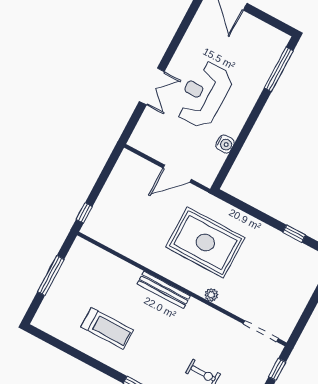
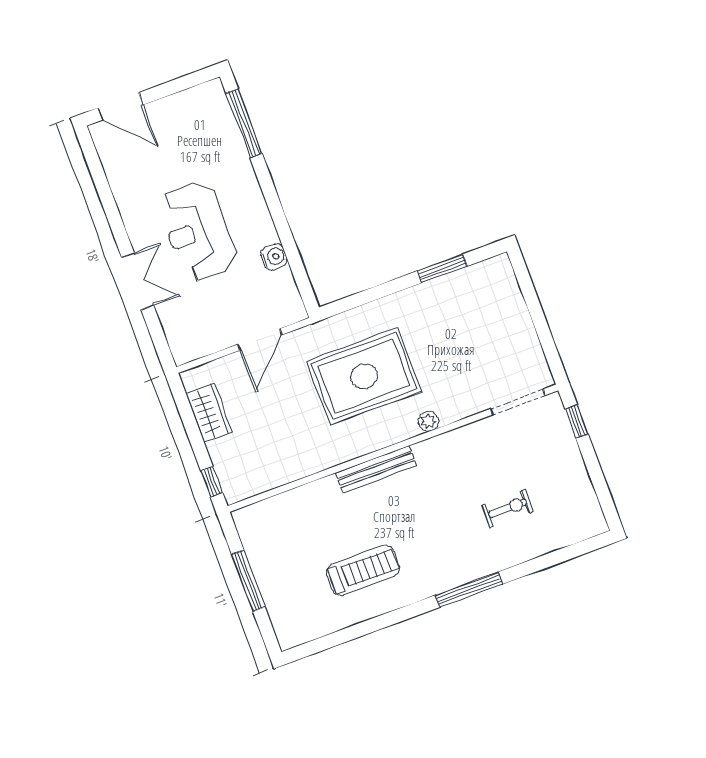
wardrobe: (118, 181) -> (209, 413), added
window: (294, 234) -> (442, 269), width x1.50

